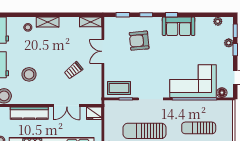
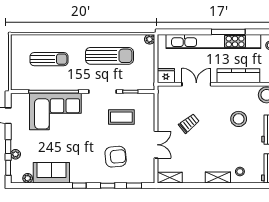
sofa: (179, 26) -> (51, 173), moved
coffee table: (119, 88) -> (121, 117), moved
floor lamp: (222, 93) -> (23, 99), removed

